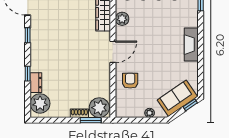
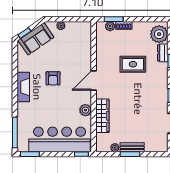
rug: (69, 70) -> (133, 64), added
armchair: (130, 81) -> (53, 78), moved
plant: (99, 108) -> (110, 26), width x0.53, depth x0.53

